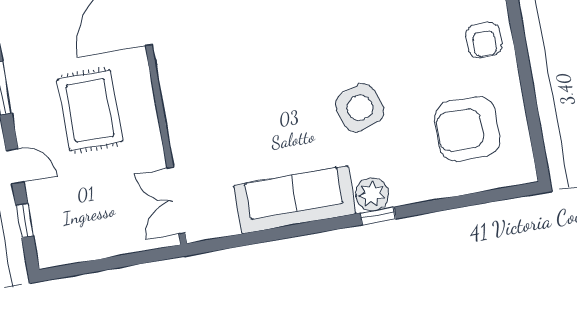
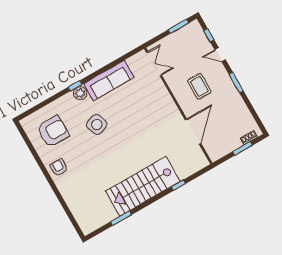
rug: (90, 110) -> (199, 86), width x0.73, depth x0.70
window: (88, 267) -> (178, 26), added

